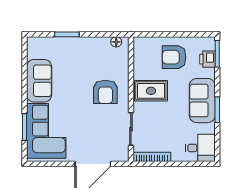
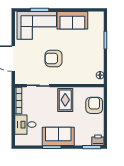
armchair: (174, 57) -> (94, 105), moved
printer: (208, 59) -> (98, 140), moved
armchair: (105, 92) -> (53, 58), moved
desk: (200, 148) -> (25, 125), moved, turned 90

